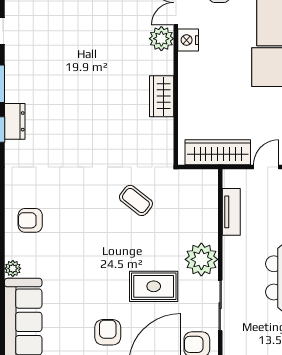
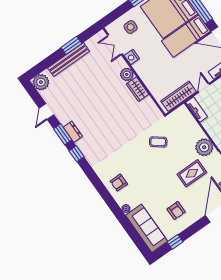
plant: (161, 39) -> (127, 74), moved
dresser: (15, 121) -> (73, 132), moved
tv unit: (231, 212) -> (197, 109), moved
armchair: (108, 332) -> (176, 211), moved, turned 180

